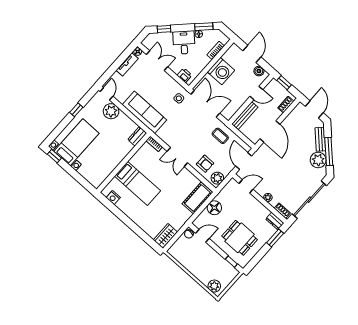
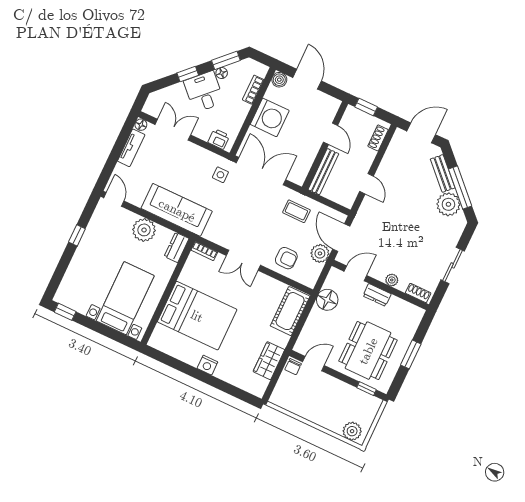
window: (164, 29) -> (188, 74), moved
boiler: (259, 71) -> (279, 80), moved
door: (256, 93) -> (331, 134), hinge flipped
door: (314, 109) -> (421, 133), hinge flipped
plant: (111, 111) -> (144, 230), moved
door: (270, 132) -> (367, 184), width x0.53
bed with nightstands: (76, 142) -> (125, 298), moved
plant: (217, 178) -> (320, 253), moved
bed: (137, 183) -> (197, 316), width x1.50
nightstand: (113, 198) -> (207, 365), moved
sliding door: (309, 200) -> (453, 265), width x0.54
floor lamp: (214, 208) -> (327, 300), moved
dresser: (275, 221) -> (377, 295), moved
wardrobe: (165, 236) -> (269, 361), moved
dining table: (240, 238) -> (368, 351), width x1.37
window: (275, 238) -> (411, 354), moved

